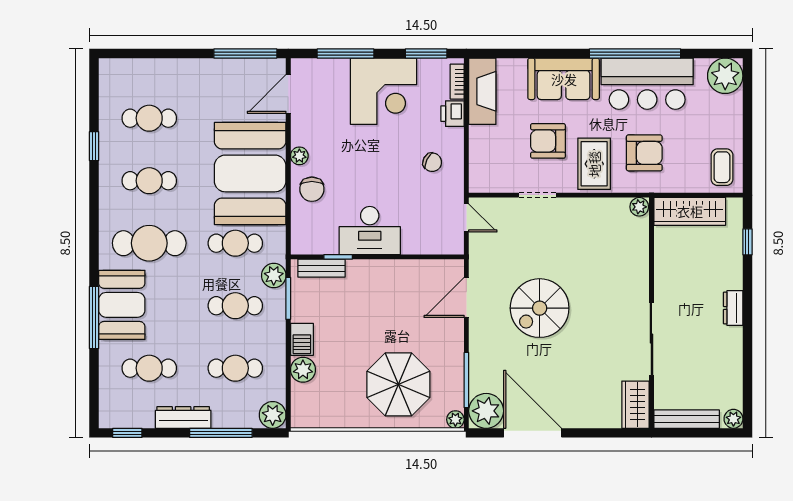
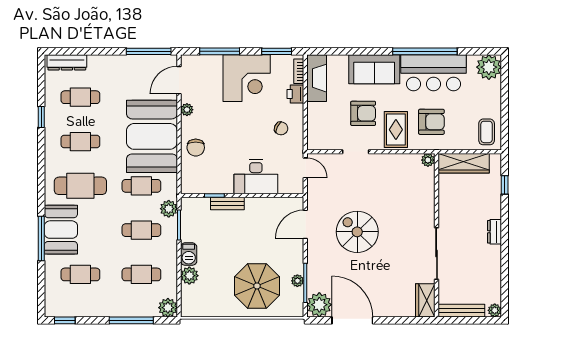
armchair: (548, 141) -> (363, 113), turned 180
plant: (299, 156) -> (187, 110), moved
desk: (370, 231) -> (256, 177), moved
bench: (321, 268) -> (227, 204), moved
spiral stairs: (540, 308) -> (357, 232), turned 90
dresser: (183, 417) -> (67, 62), moved, turned 180
plant: (455, 420) -> (297, 281), moved

